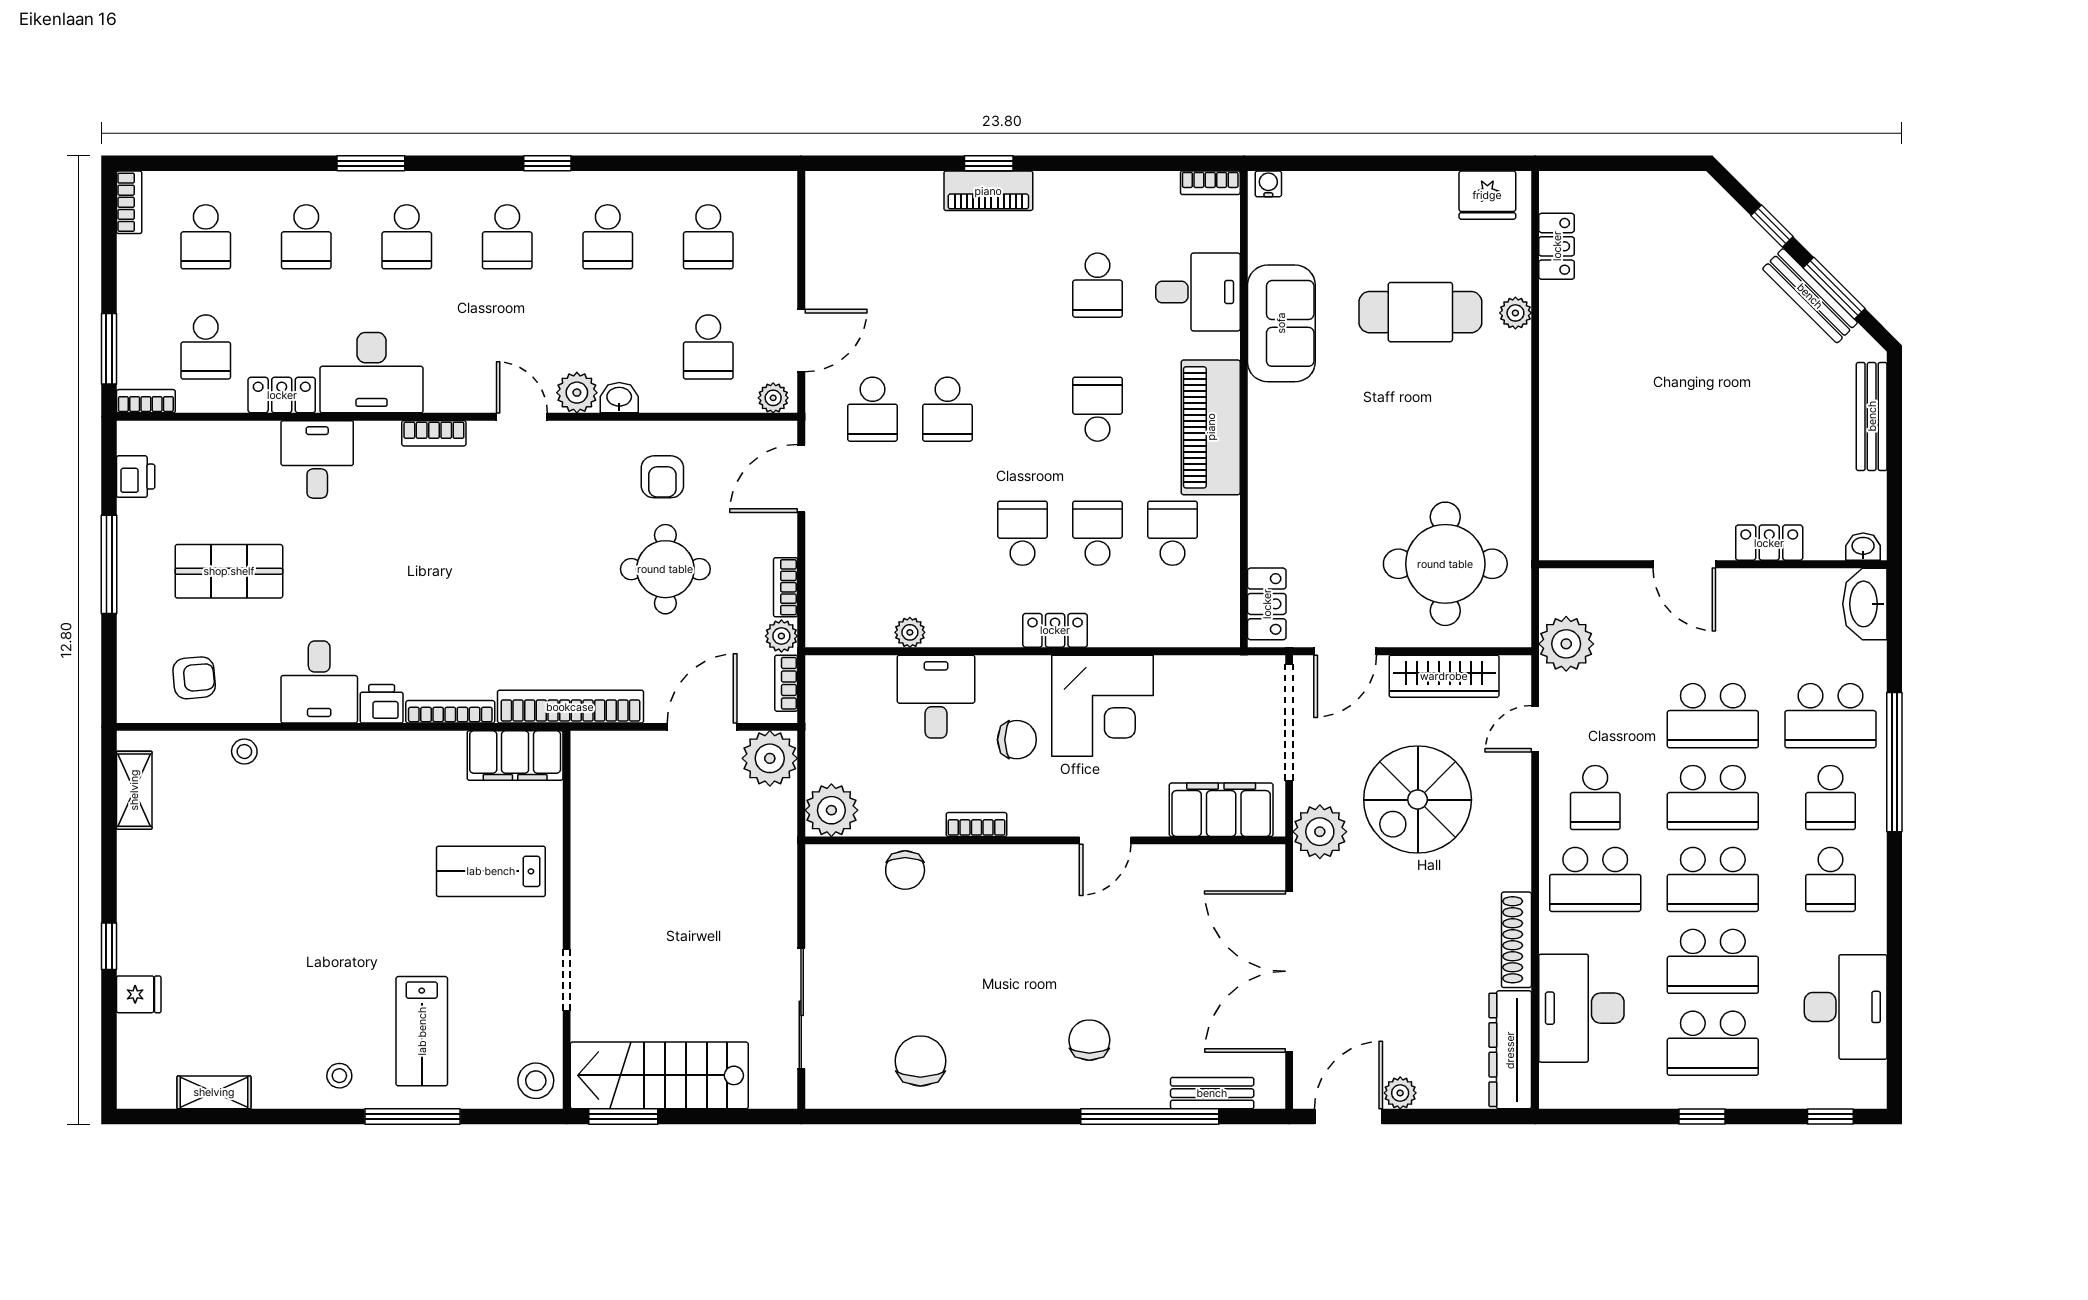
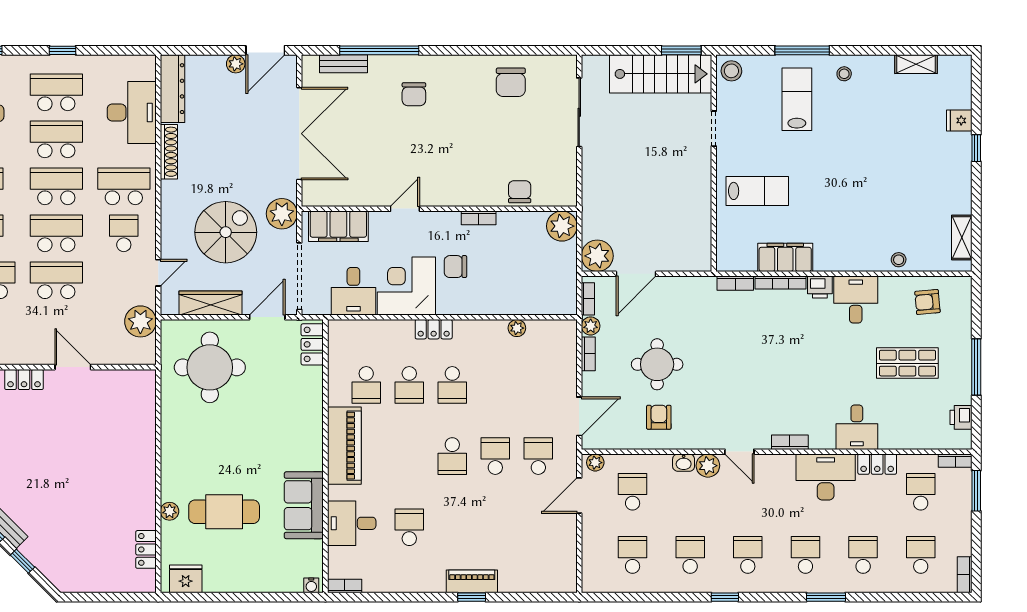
school desk: (1098, 409) -> (452, 456), moved
desk: (936, 697) -> (353, 291), moved
bookcase: (570, 707) -> (735, 283), width x0.43, depth x0.76
filing cabinet: (515, 755) -> (785, 257), moved

